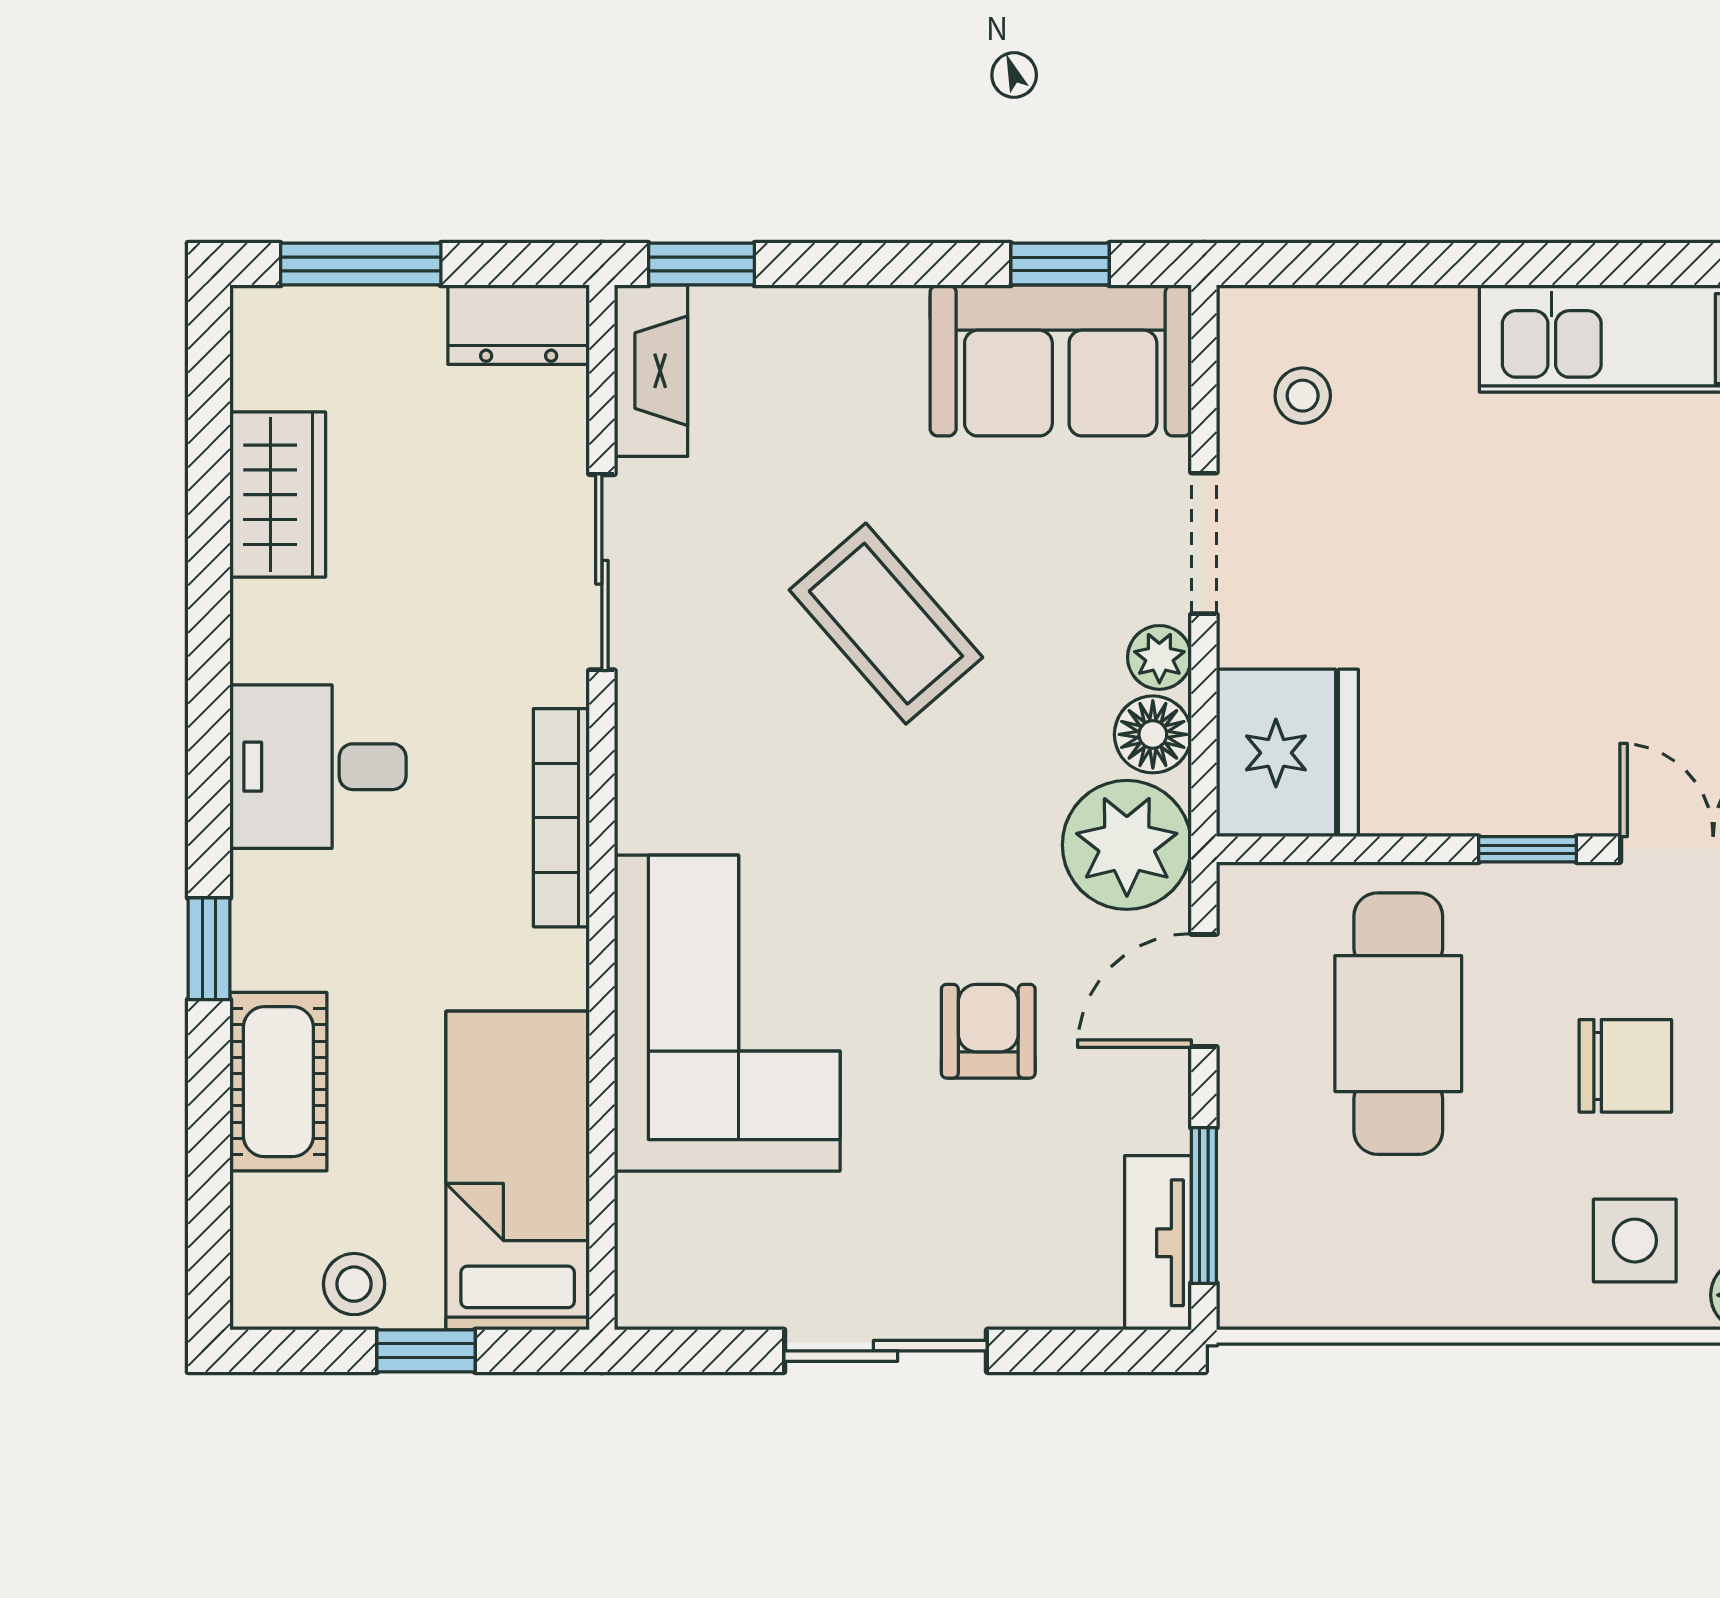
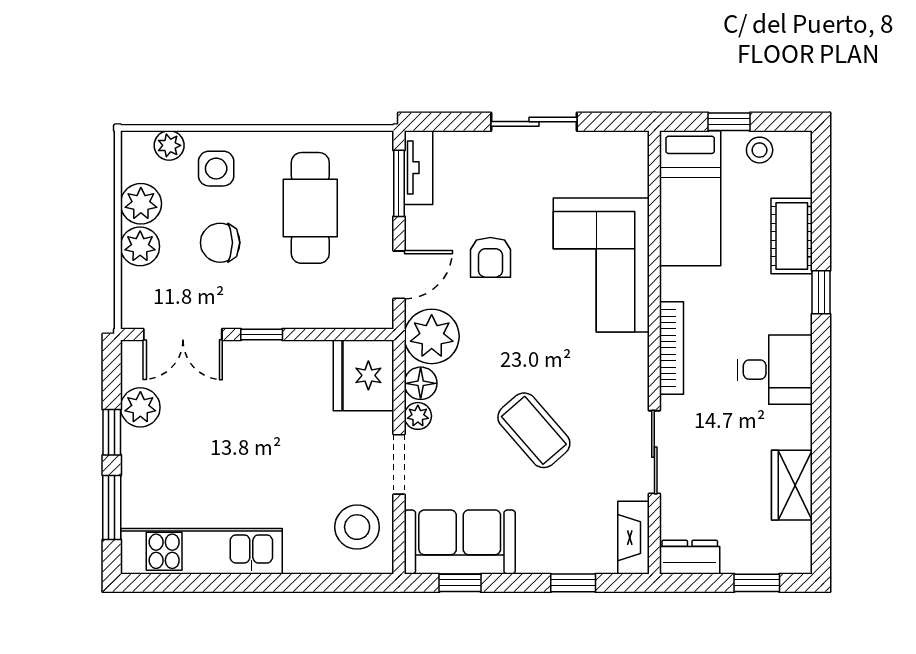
window: (361, 264) -> (757, 583), width x0.67
window: (701, 264) -> (573, 583), moved
stool: (1303, 396) -> (357, 527), width x1.89, depth x1.89
cafe table: (1398, 1024) -> (310, 208), moved

